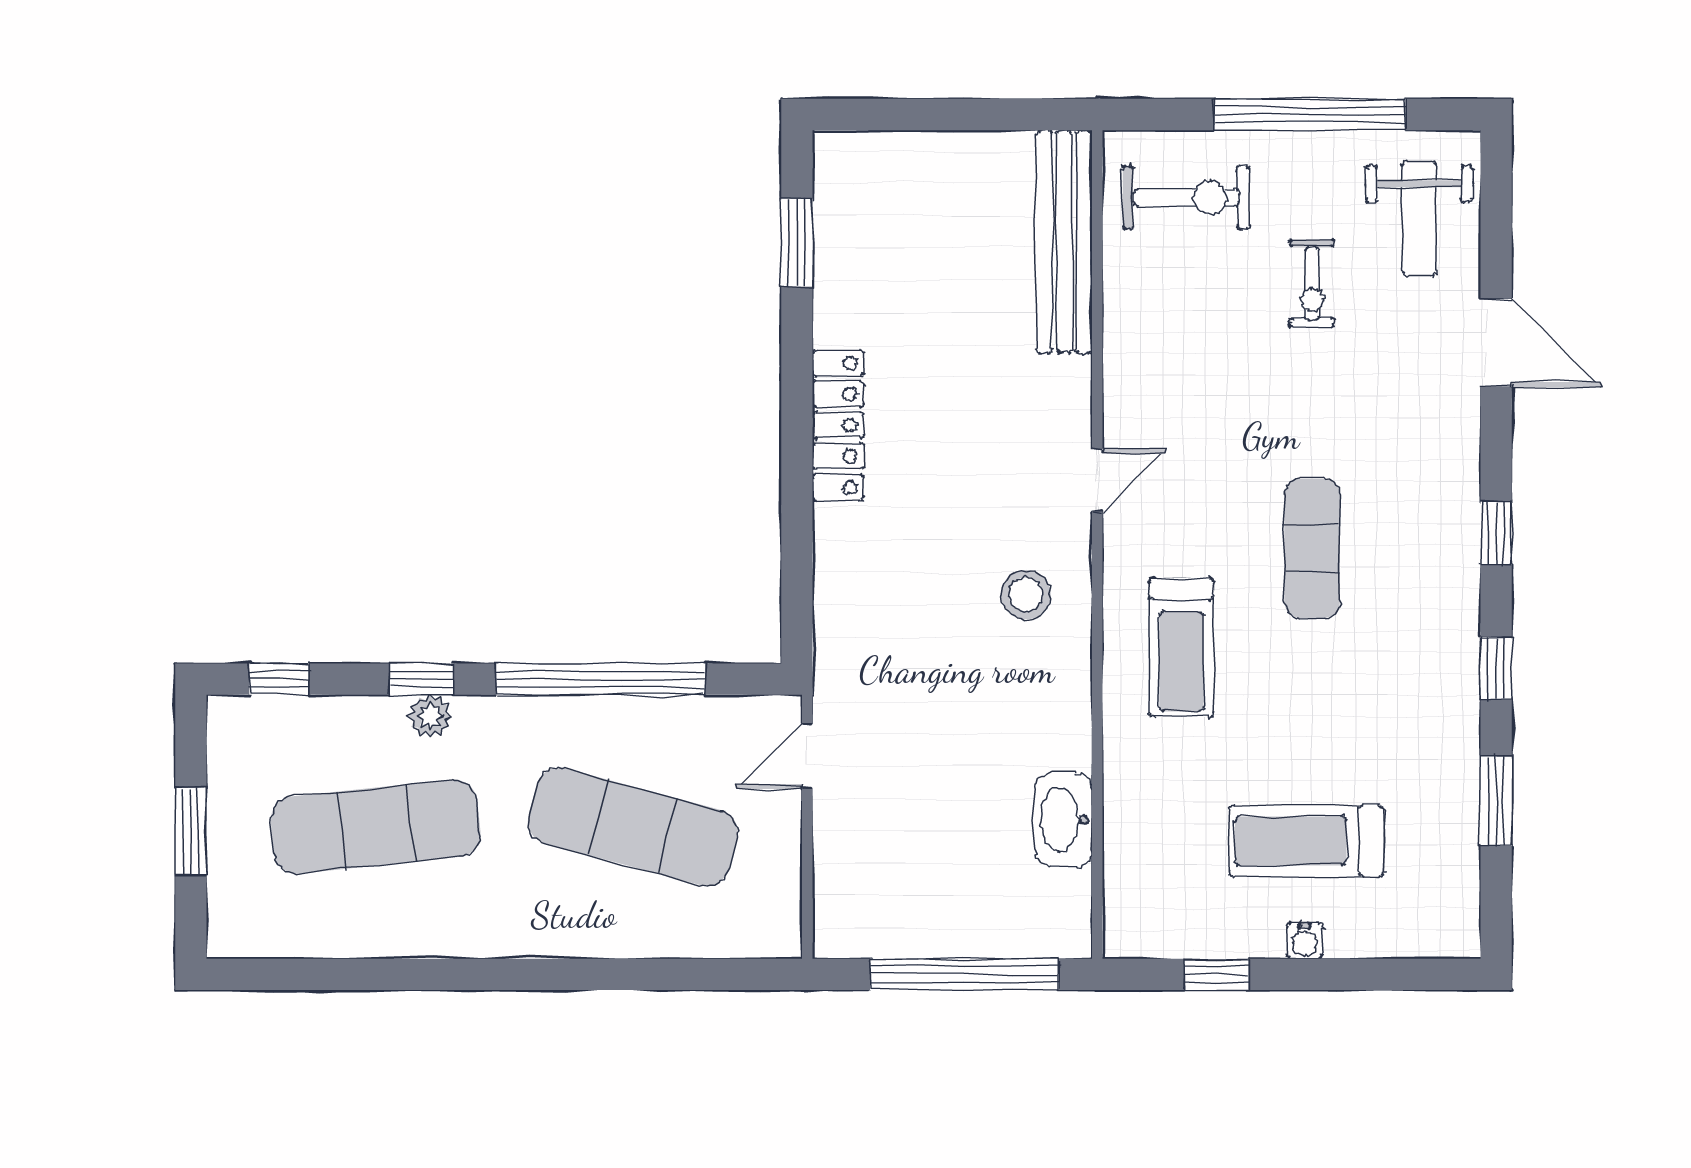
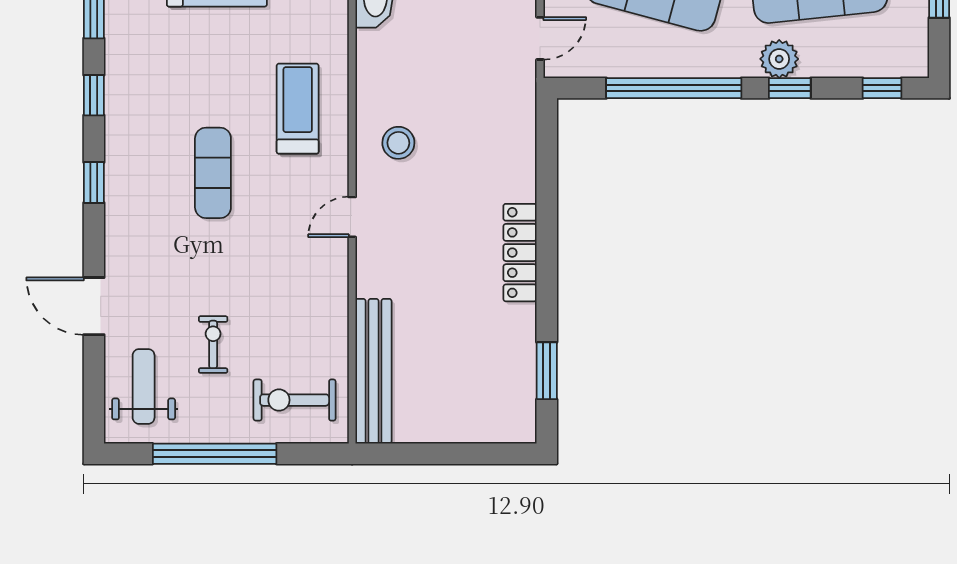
plant: (430, 716) -> (779, 59), width x1.38, depth x1.38

